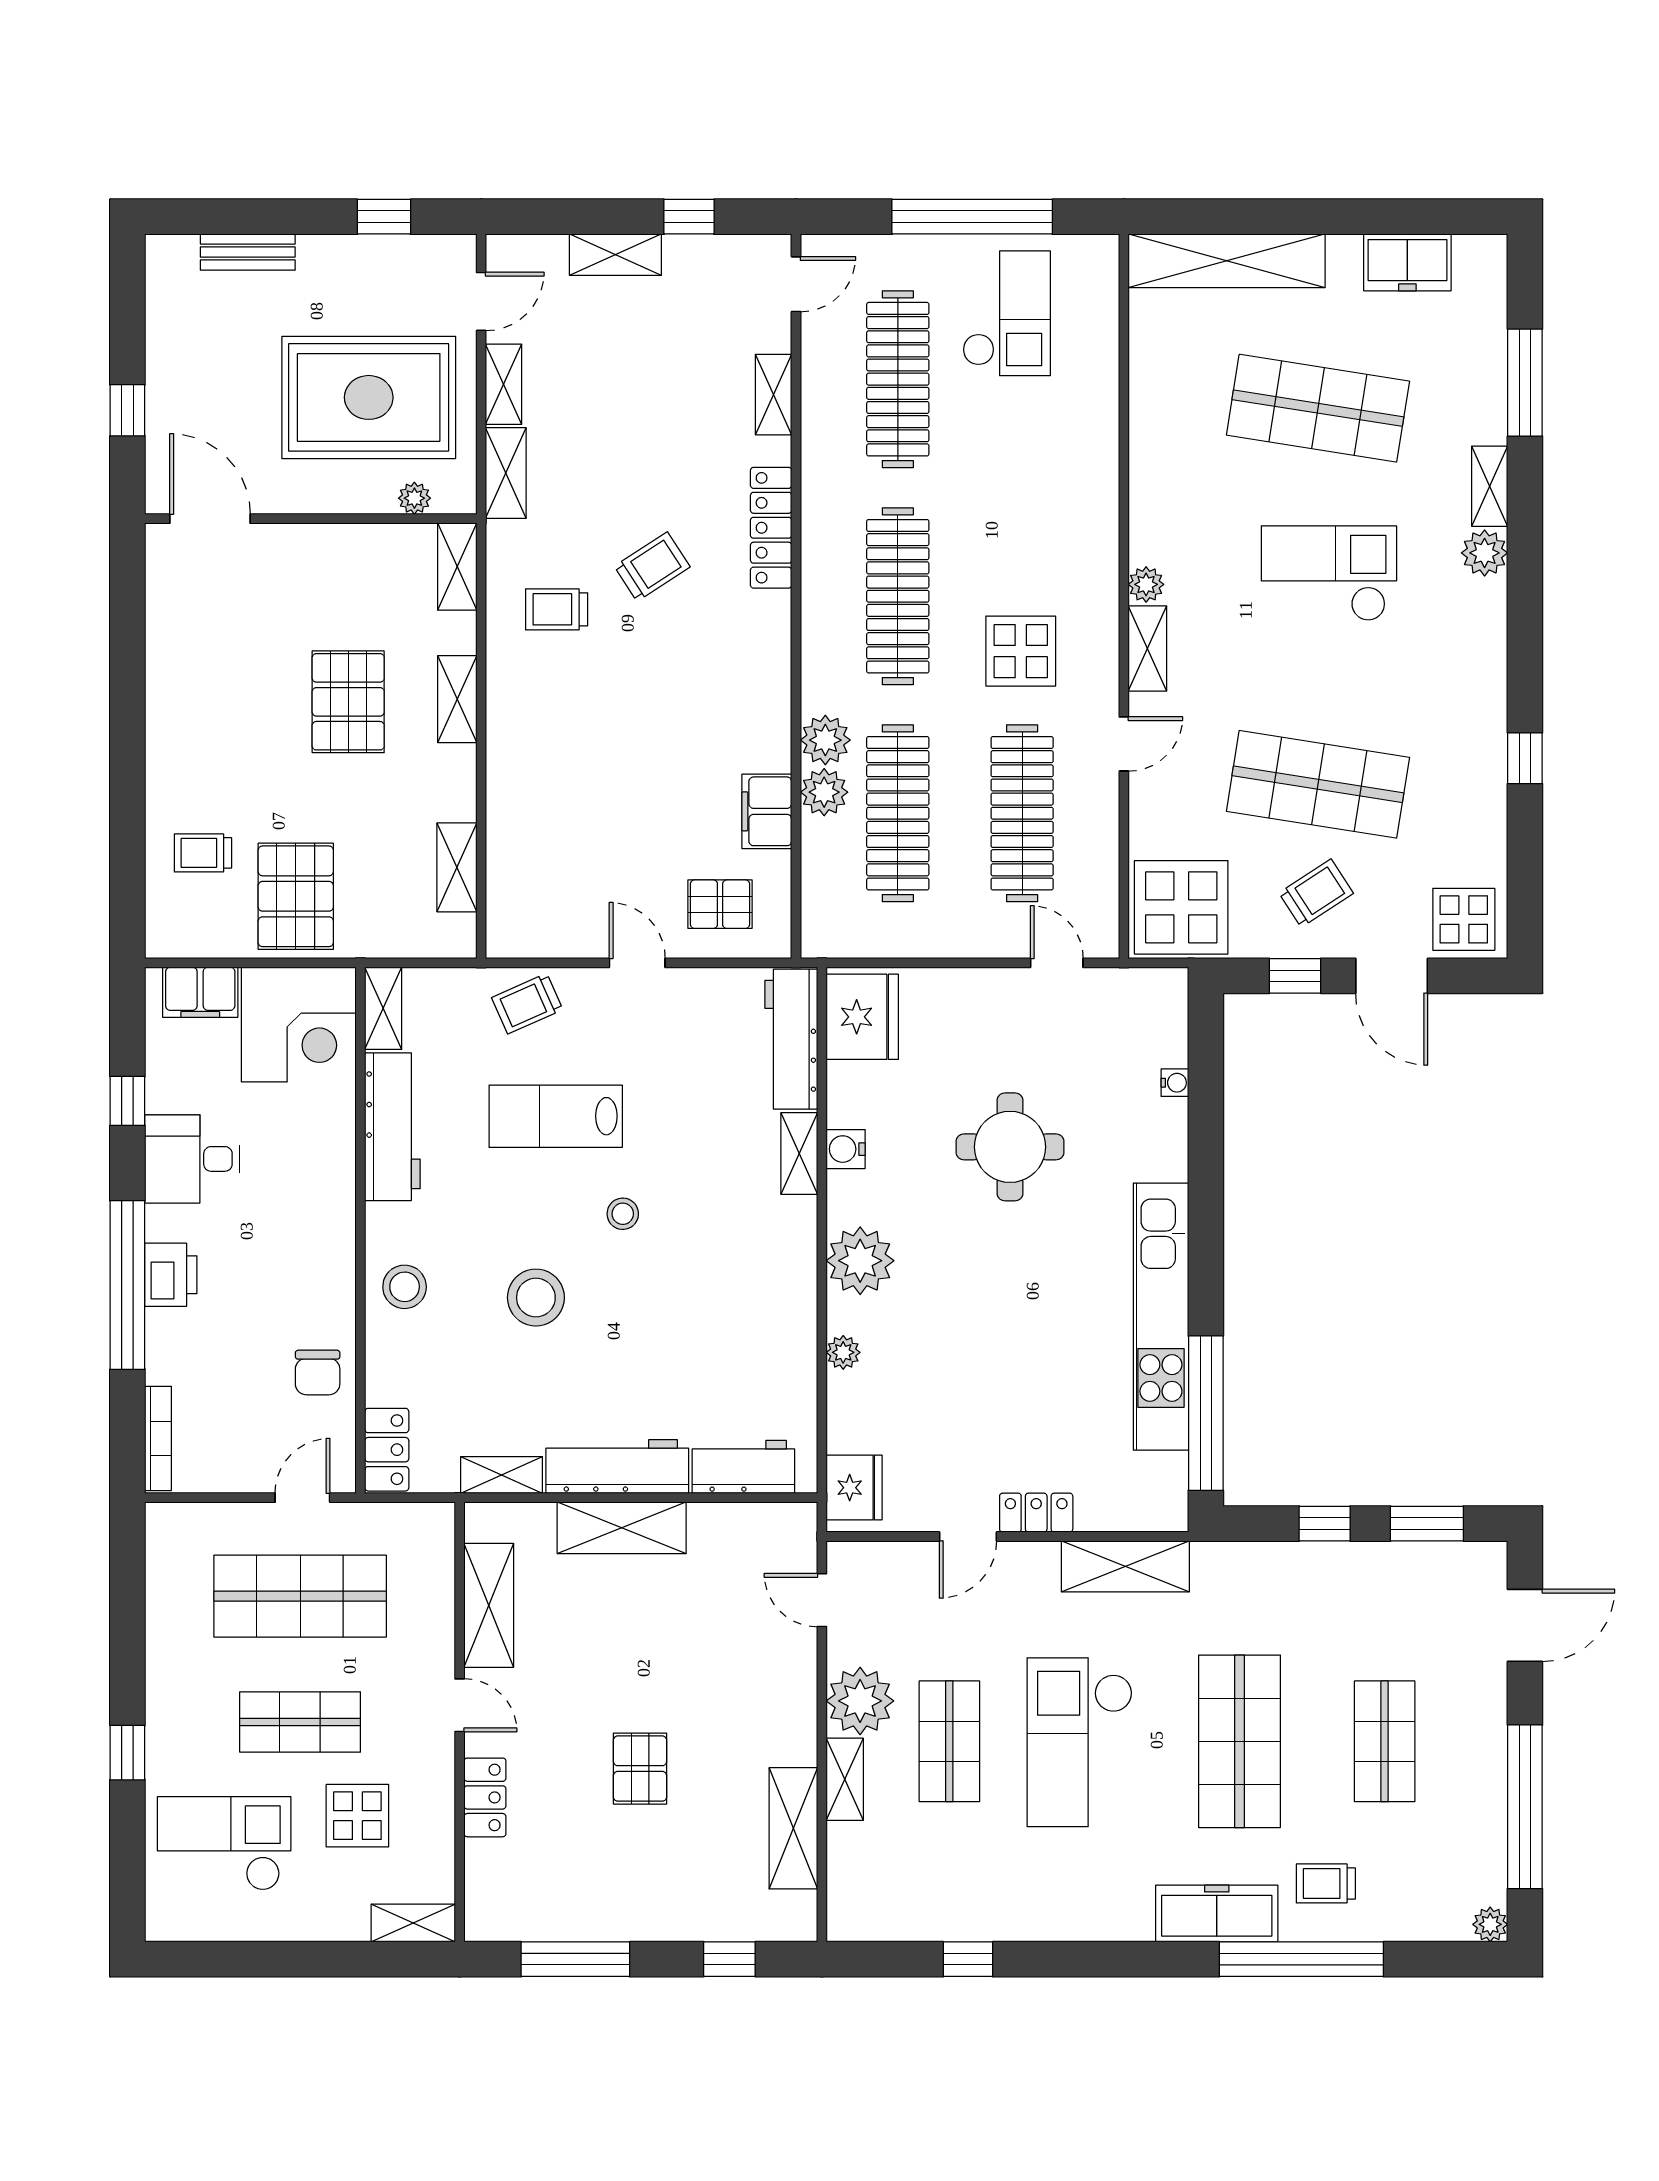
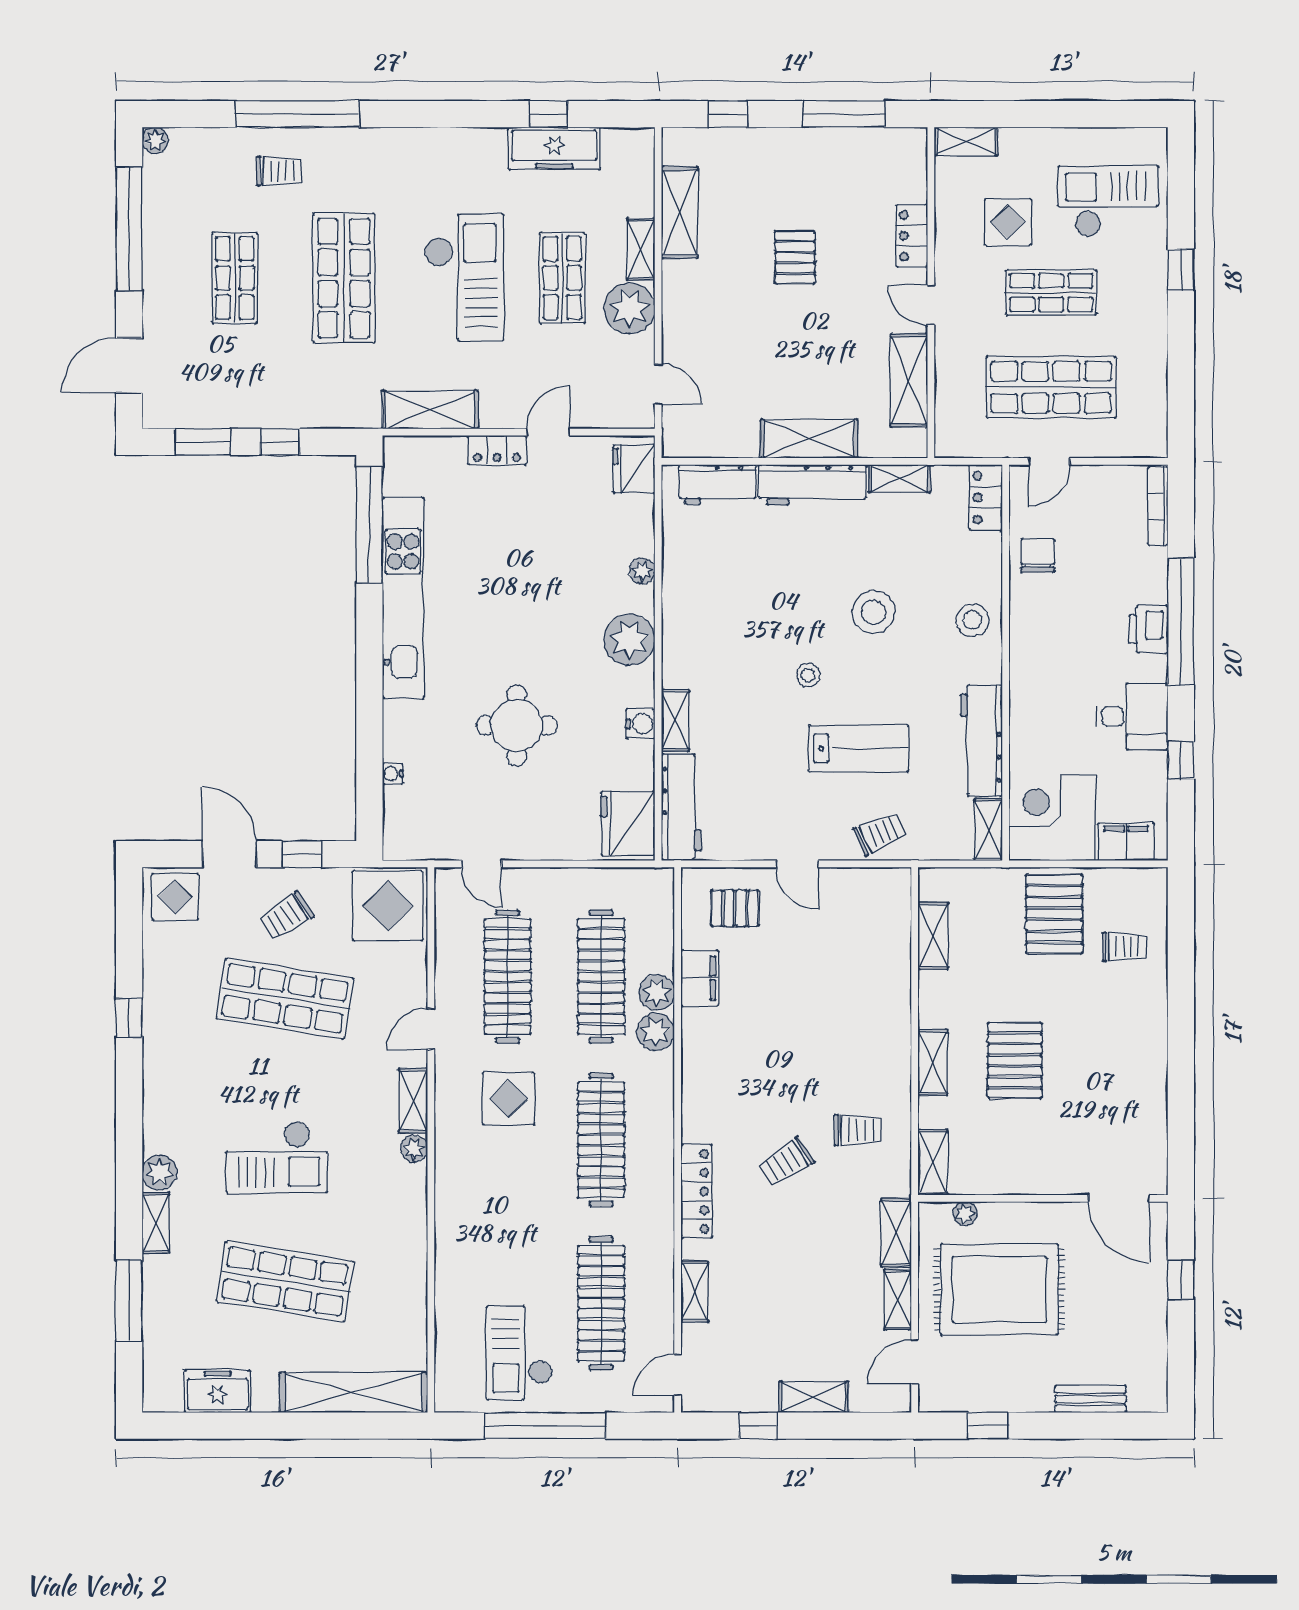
checkout: (224, 1843) -> (1108, 201), turned 180
freezer: (1217, 1914) -> (554, 148), moved

